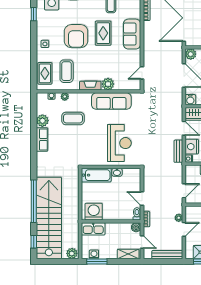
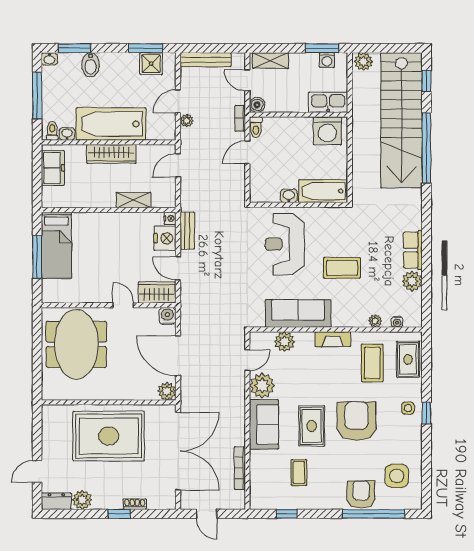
window: (34, 14) -> (426, 413), moved
plant: (133, 58) -> (262, 386), added
plant: (108, 84) -> (284, 342), moved
coffee table: (73, 118) -> (342, 268), moved
door: (142, 199) -> (247, 152), swing flipped

